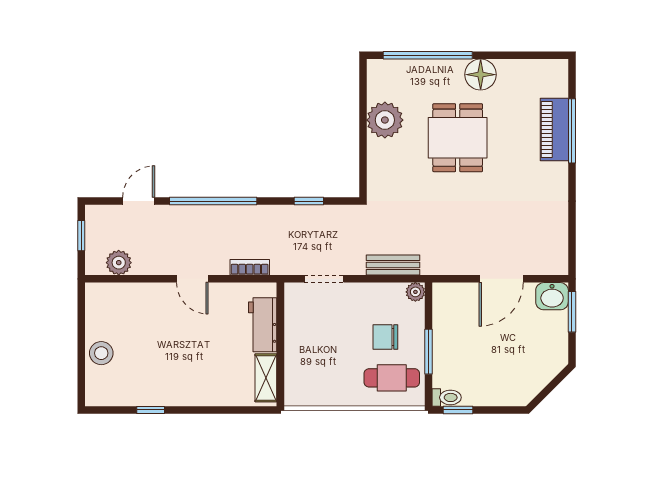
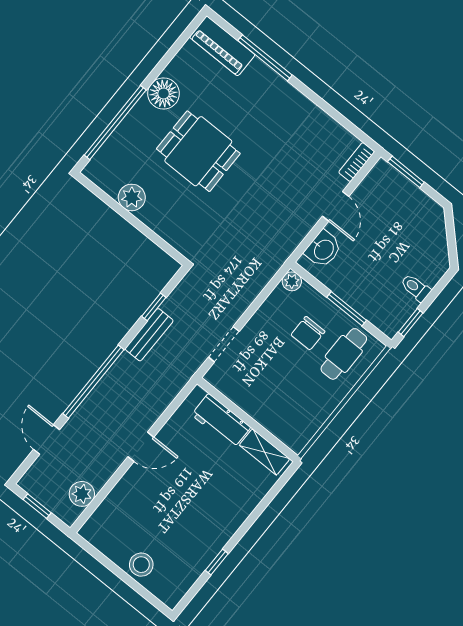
plant: (385, 120) -> (132, 197), width x0.73, depth x0.73
piano: (554, 129) -> (222, 46), moved
bench: (393, 265) -> (149, 335), moved
bookcase: (250, 267) -> (357, 162), moved
door: (501, 279) -> (336, 206), width x0.73
washbasin: (552, 296) -> (323, 249), moved
toilet: (447, 397) -> (416, 288), moved, turned -90

